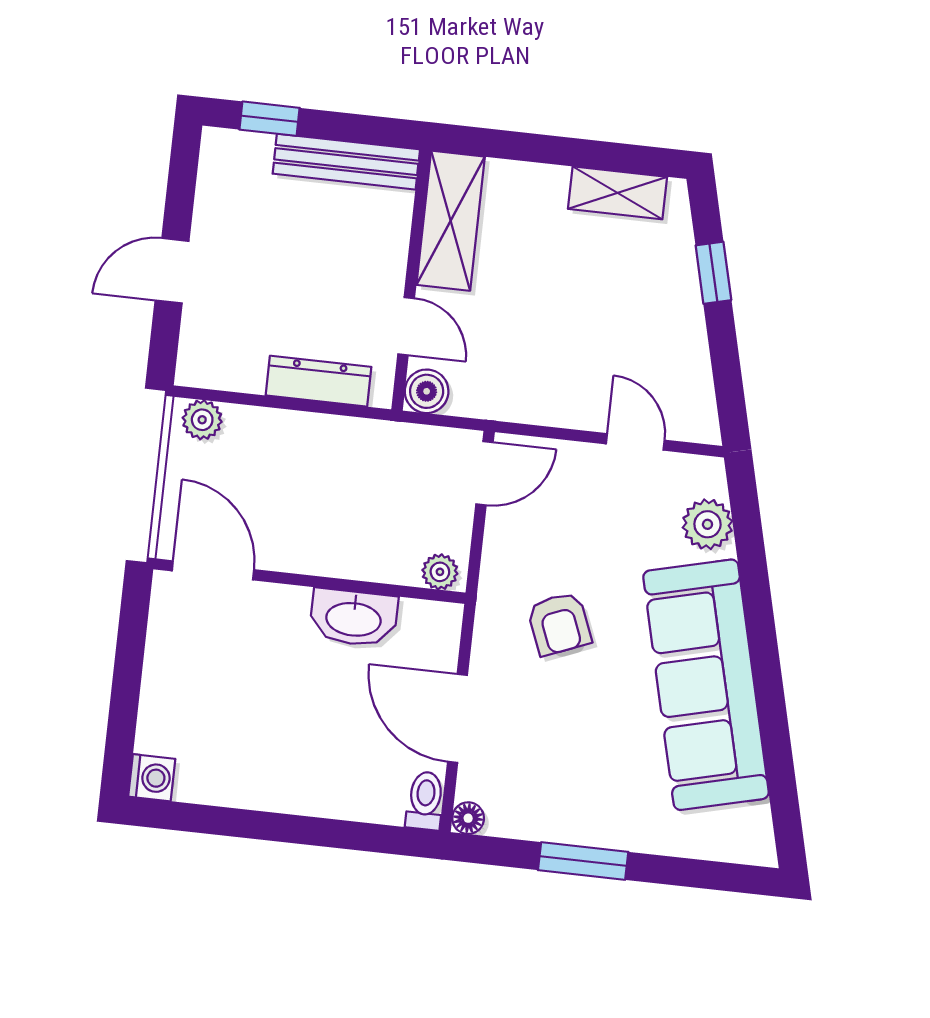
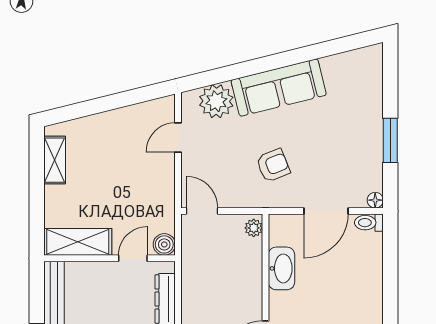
window: (713, 273) -> (89, 108), removed
plant: (707, 524) -> (216, 101), width x1.36, depth x1.36
sofa: (706, 685) -> (279, 88), width x0.74, depth x0.79

